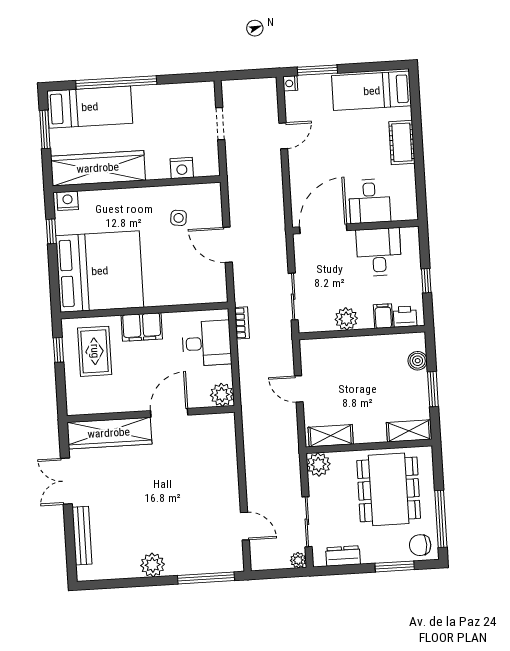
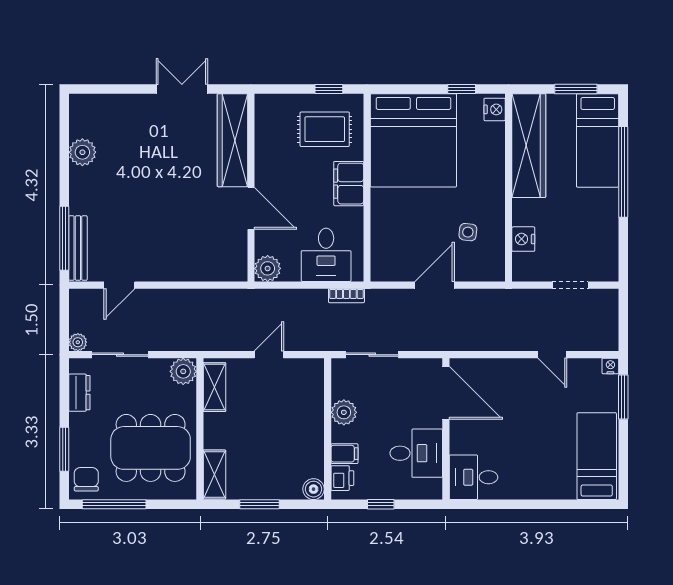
cot: (402, 142) -> (537, 486), removed
desk: (370, 201) -> (473, 477), moved
boiler: (418, 361) -> (314, 489), moved
bench: (82, 536) -> (78, 248), moved, turned 90
plant: (153, 565) -> (82, 152), moved

